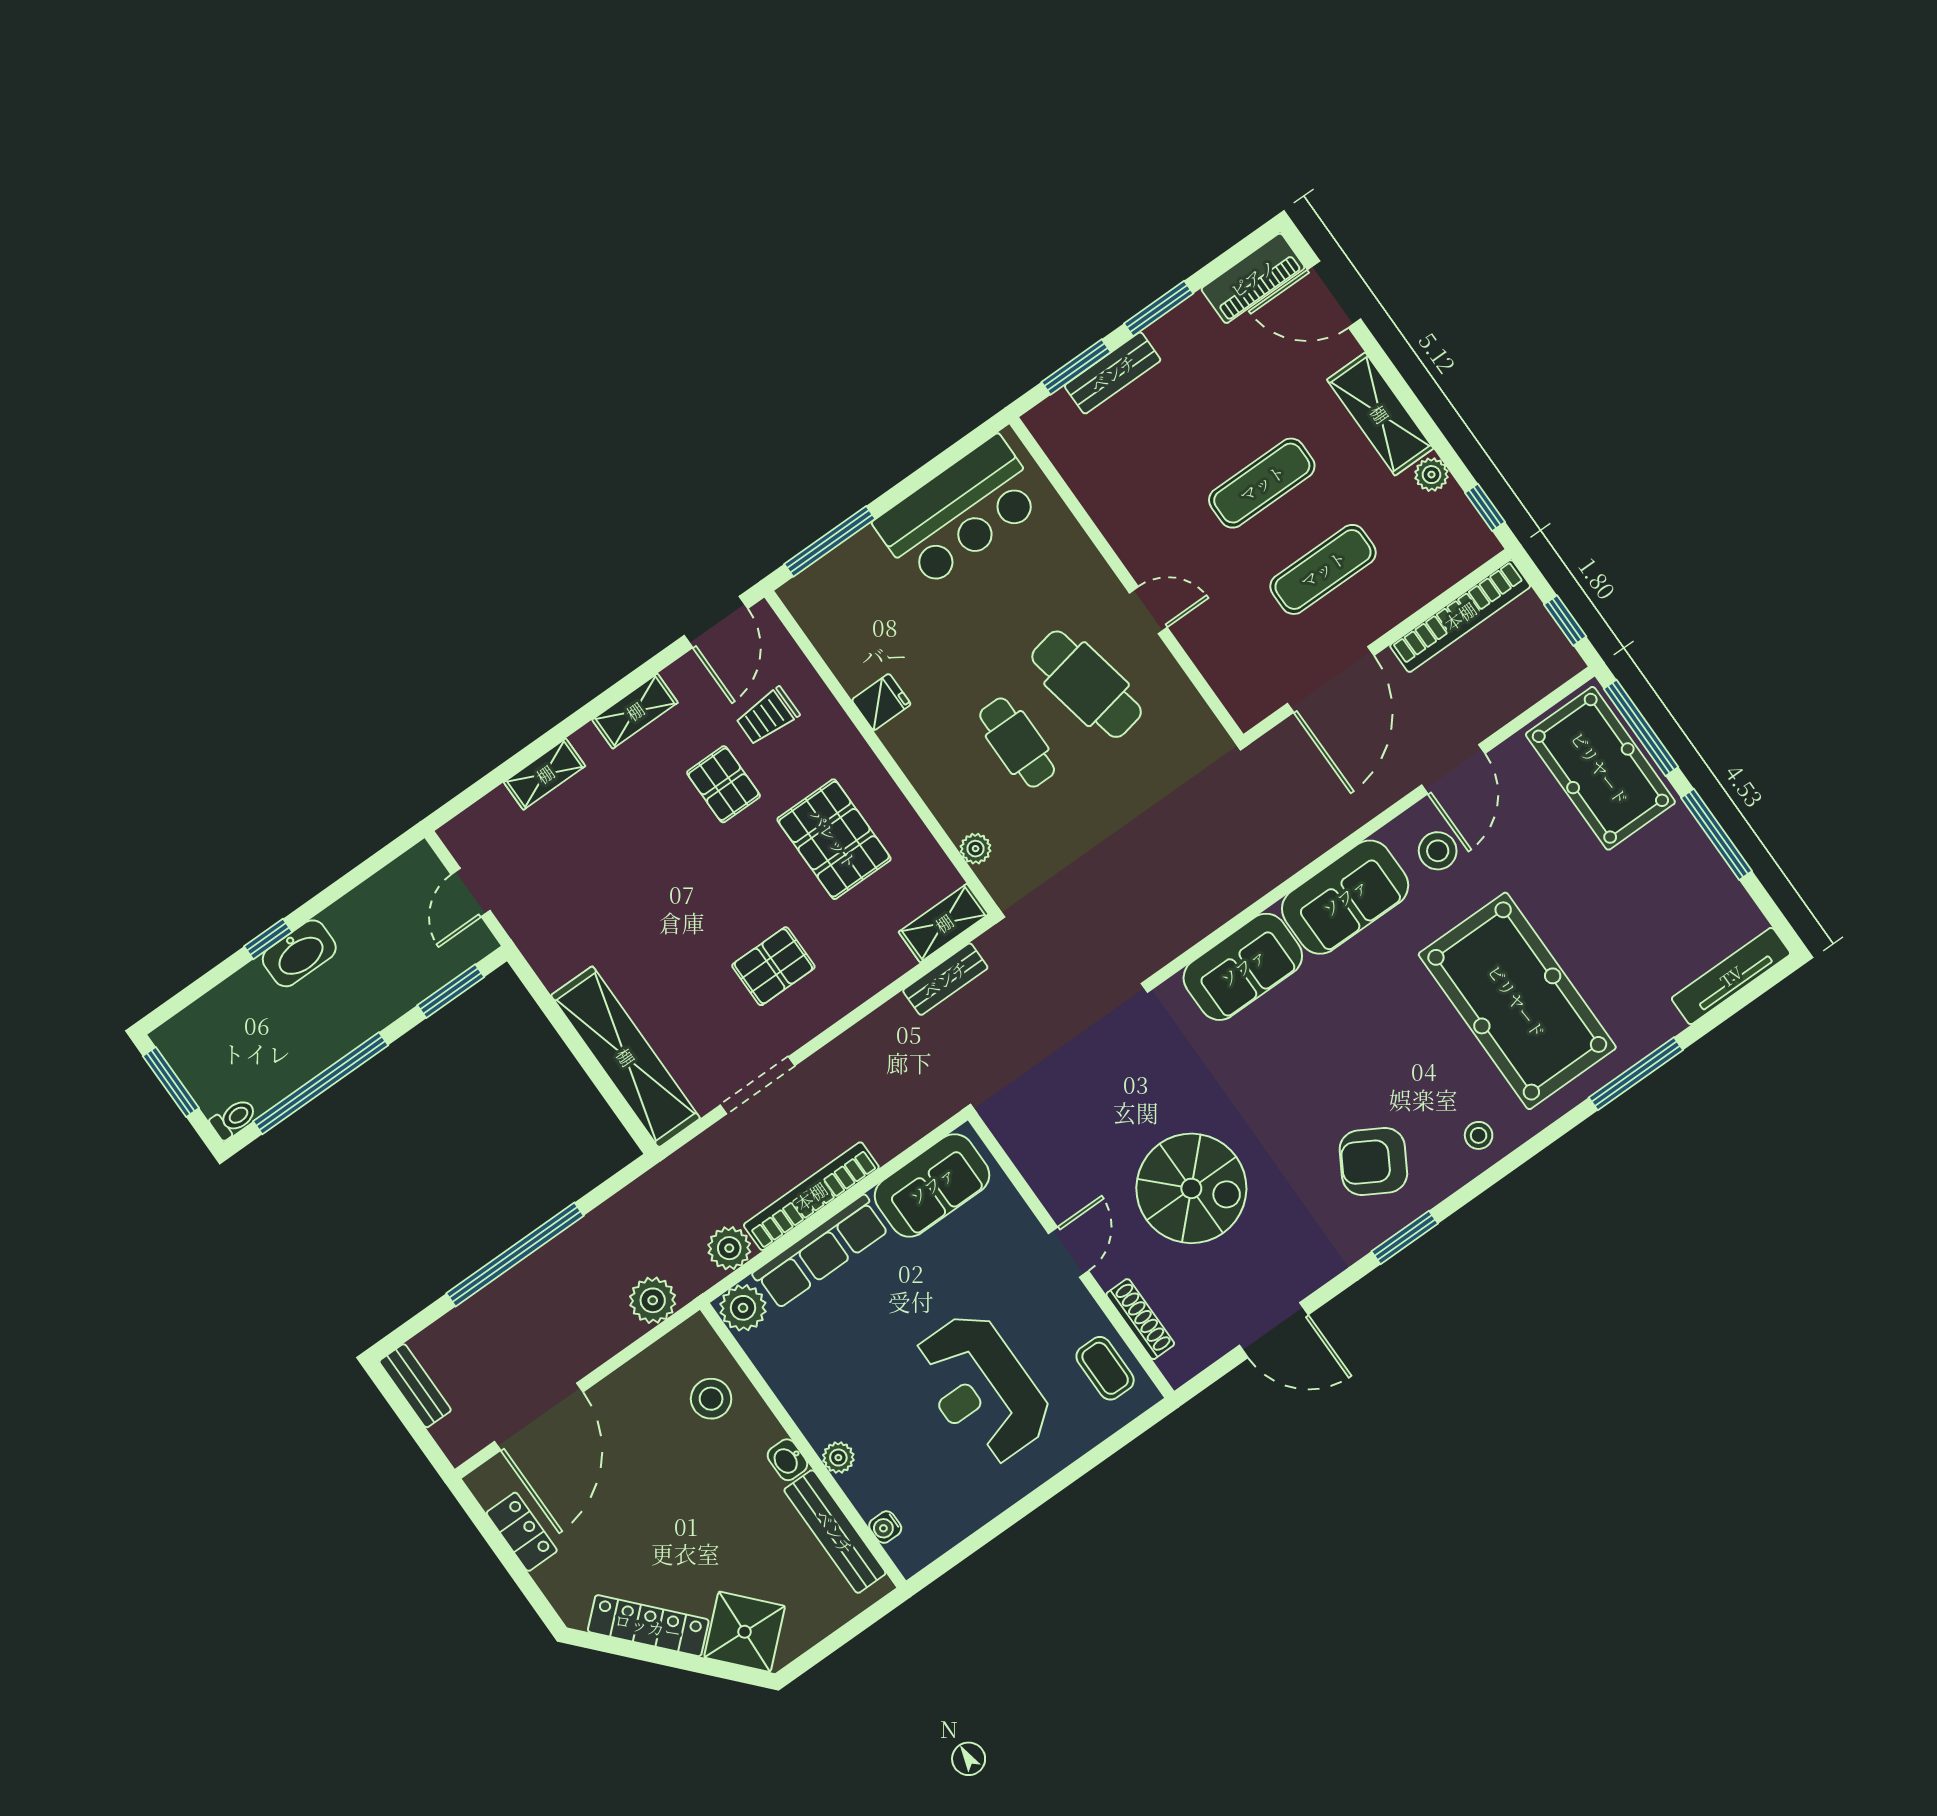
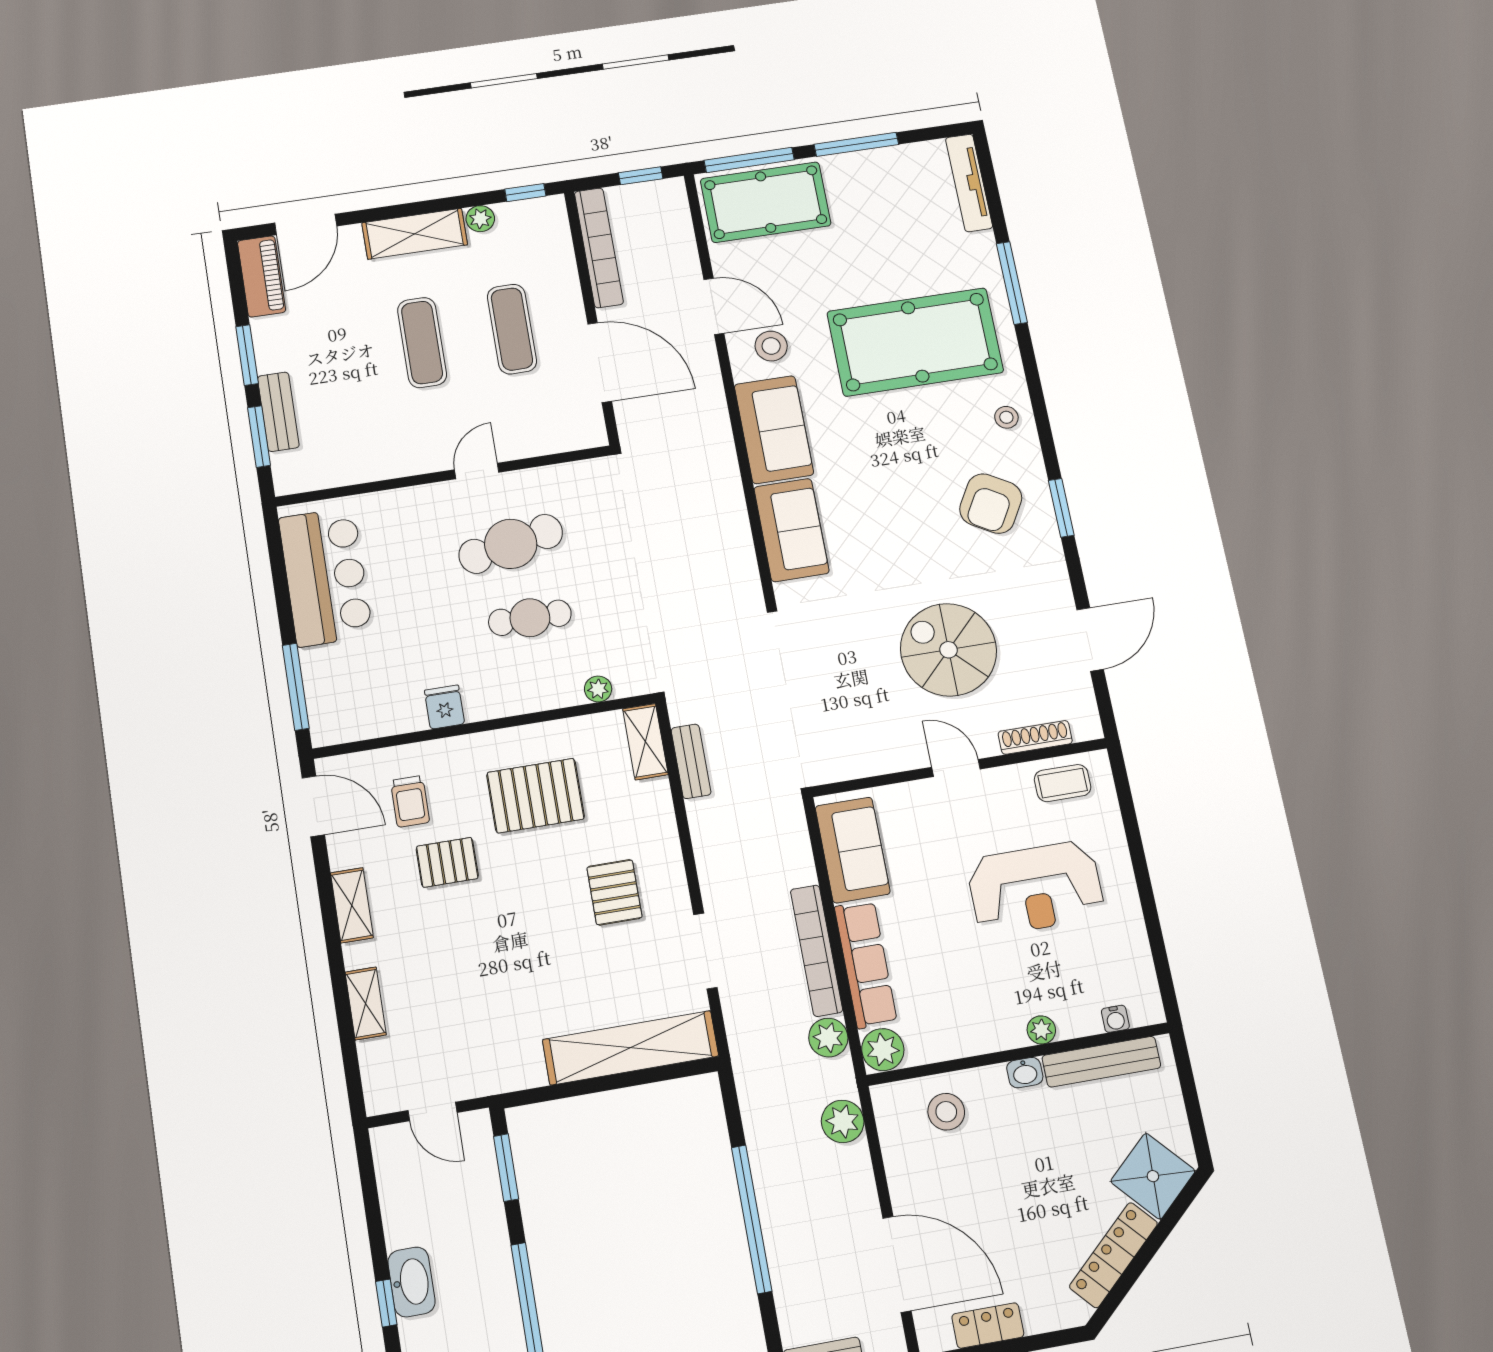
spiral stairs: (1191, 1188) -> (948, 650), turned -90

